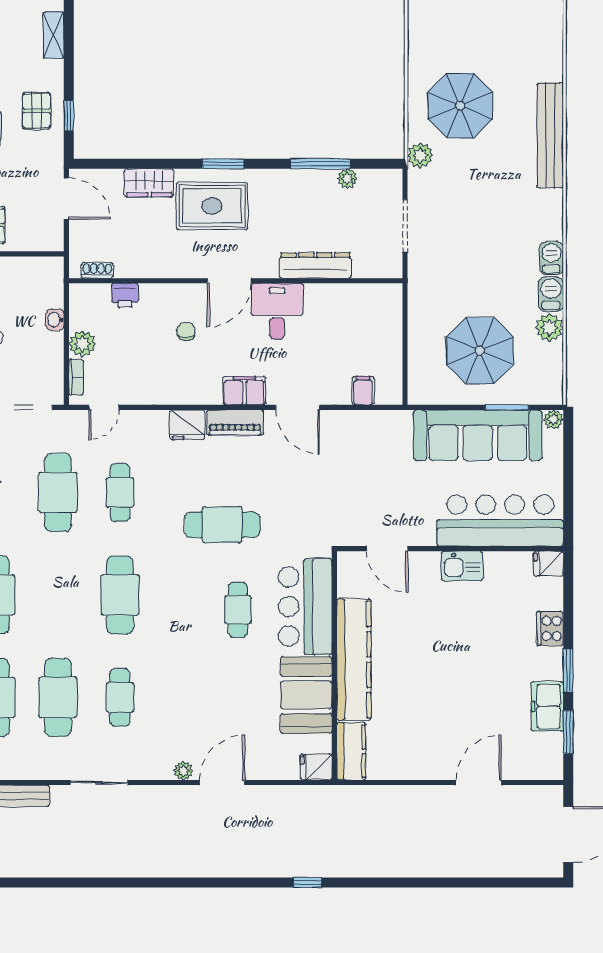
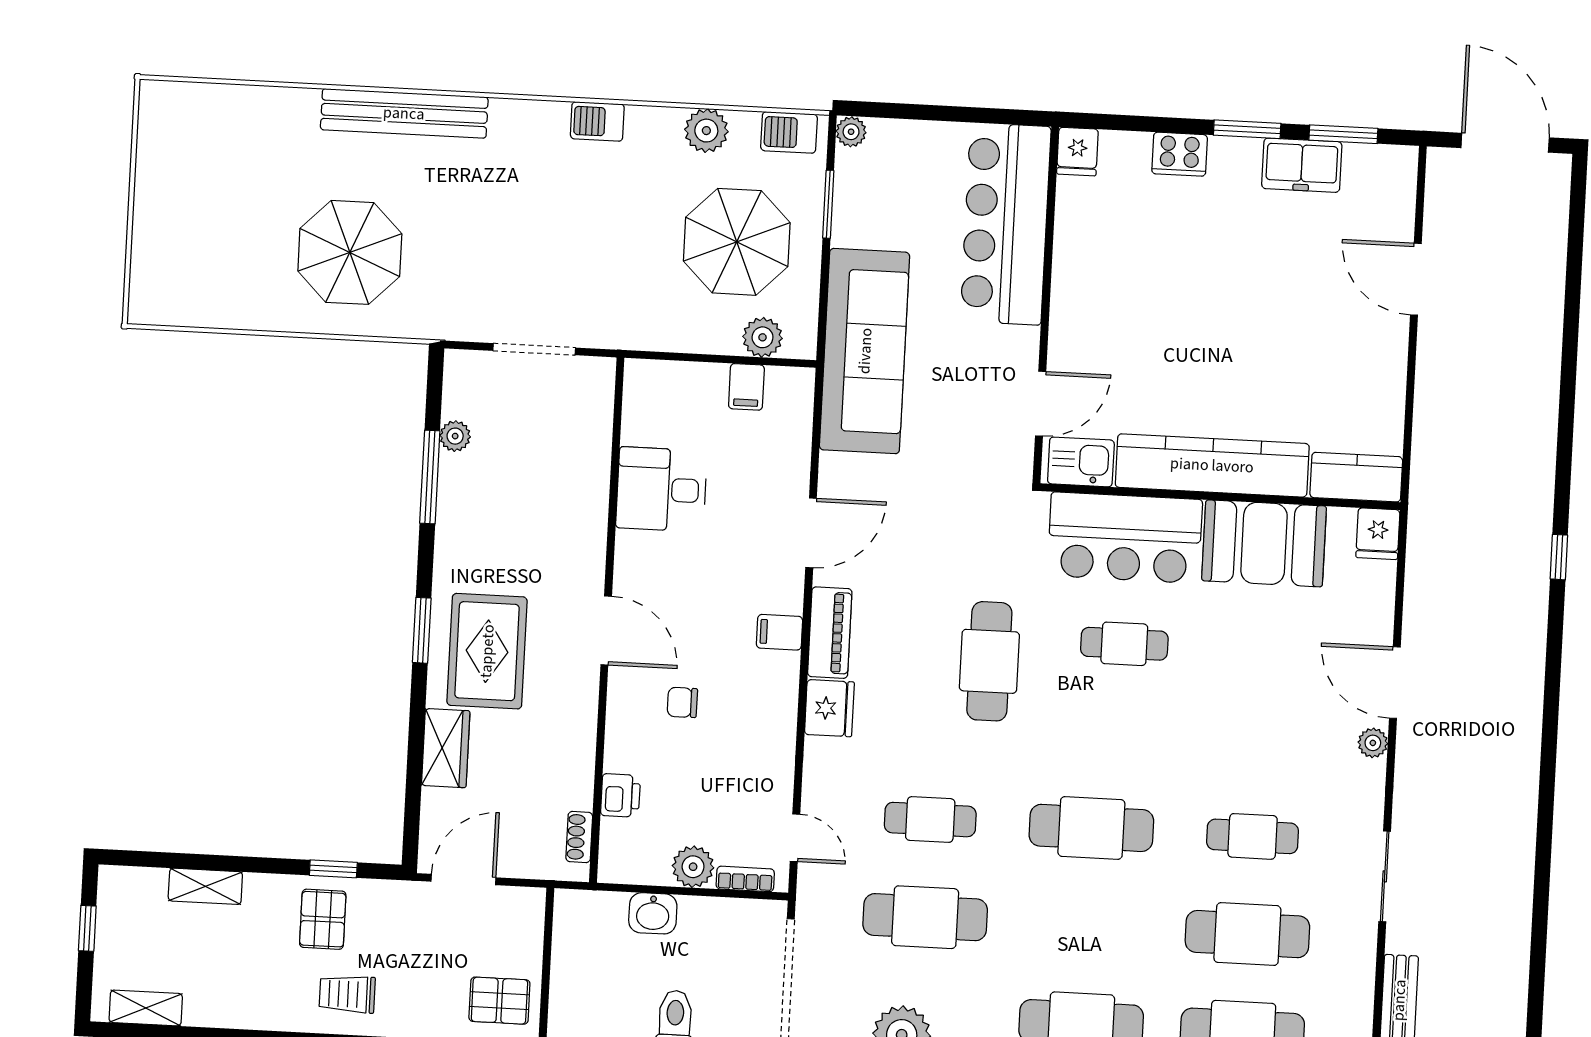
pallet: (37, 111) -> (323, 919), turned 90
plant: (420, 155) -> (763, 337), moved
dresser: (315, 265) -> (589, 494), removed
barbecue: (551, 294) -> (789, 132), moved
desk: (277, 311) -> (661, 489), moved
washbasin: (55, 320) -> (653, 913), width x1.38, depth x1.45
filing cabinet: (244, 391) -> (779, 632), width x0.50
filing cabinet: (363, 391) -> (746, 387), moved, turned -90
sofa: (478, 435) -> (865, 351), moved
kitchen sink: (462, 566) -> (1081, 462), moved, turned -90

